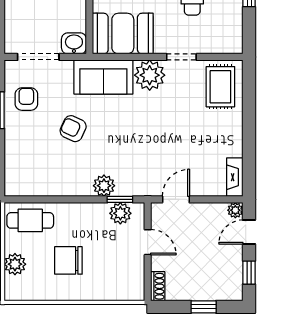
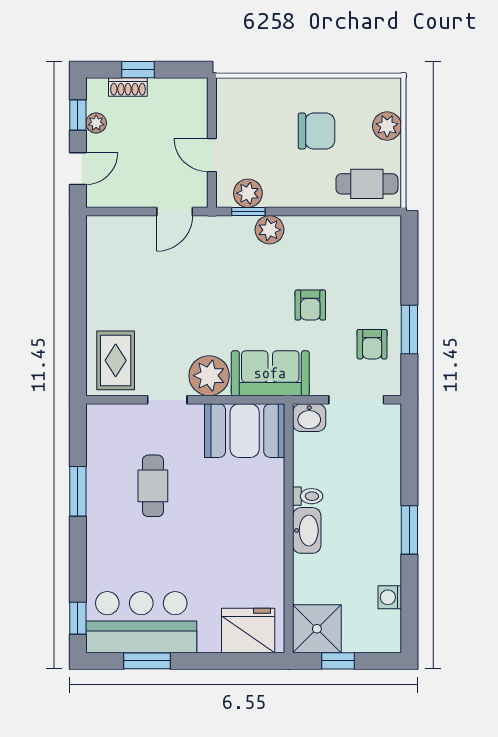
armchair: (73, 129) -> (310, 305), turned 65
fireplace: (235, 177) -> (97, 241), removed
plant: (235, 210) -> (96, 123), moved
shoe rack: (158, 286) -> (128, 87), moved, turned -90

